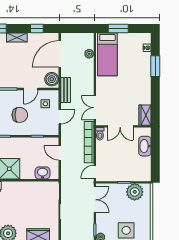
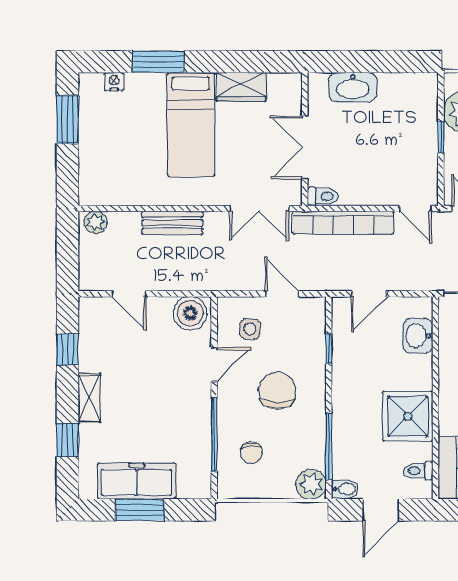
window: (118, 29) -> (67, 120), moved
door: (60, 54) -> (129, 294), width x0.53
plant: (89, 54) -> (96, 222), moved
bed: (107, 54) -> (191, 125), moved, turned 90
door: (31, 89) -> (214, 364), hinge flipped
bench: (66, 90) -> (172, 223), moved
wardrobe: (145, 115) -> (241, 87), moved
double door: (120, 126) -> (305, 147), swing flipped

